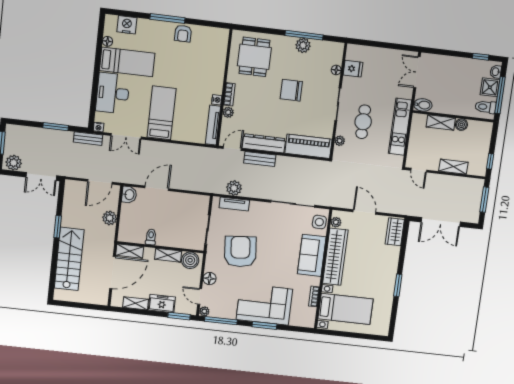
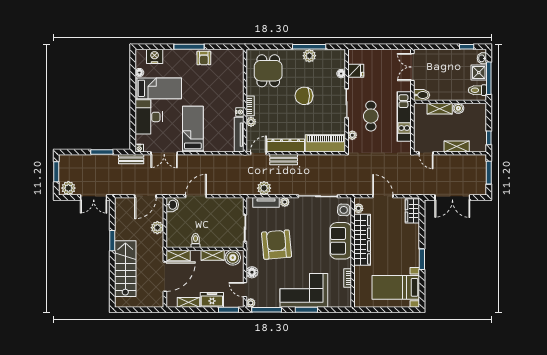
plant: (255, 206) -> (285, 202), added
bed with nightstands: (345, 309) -> (396, 287), moved, turned 180

